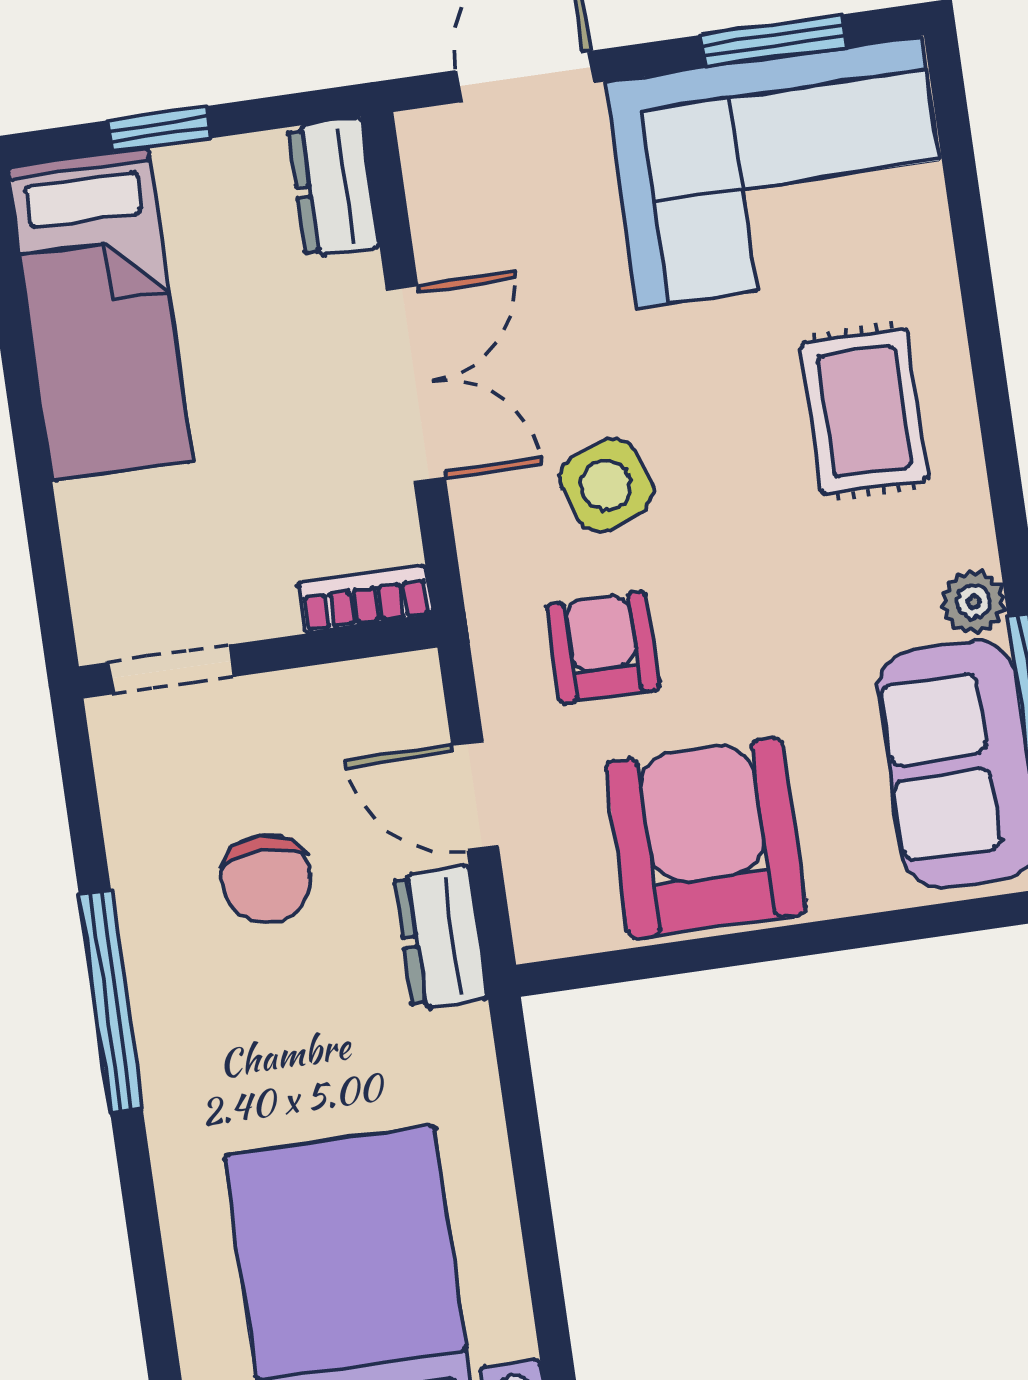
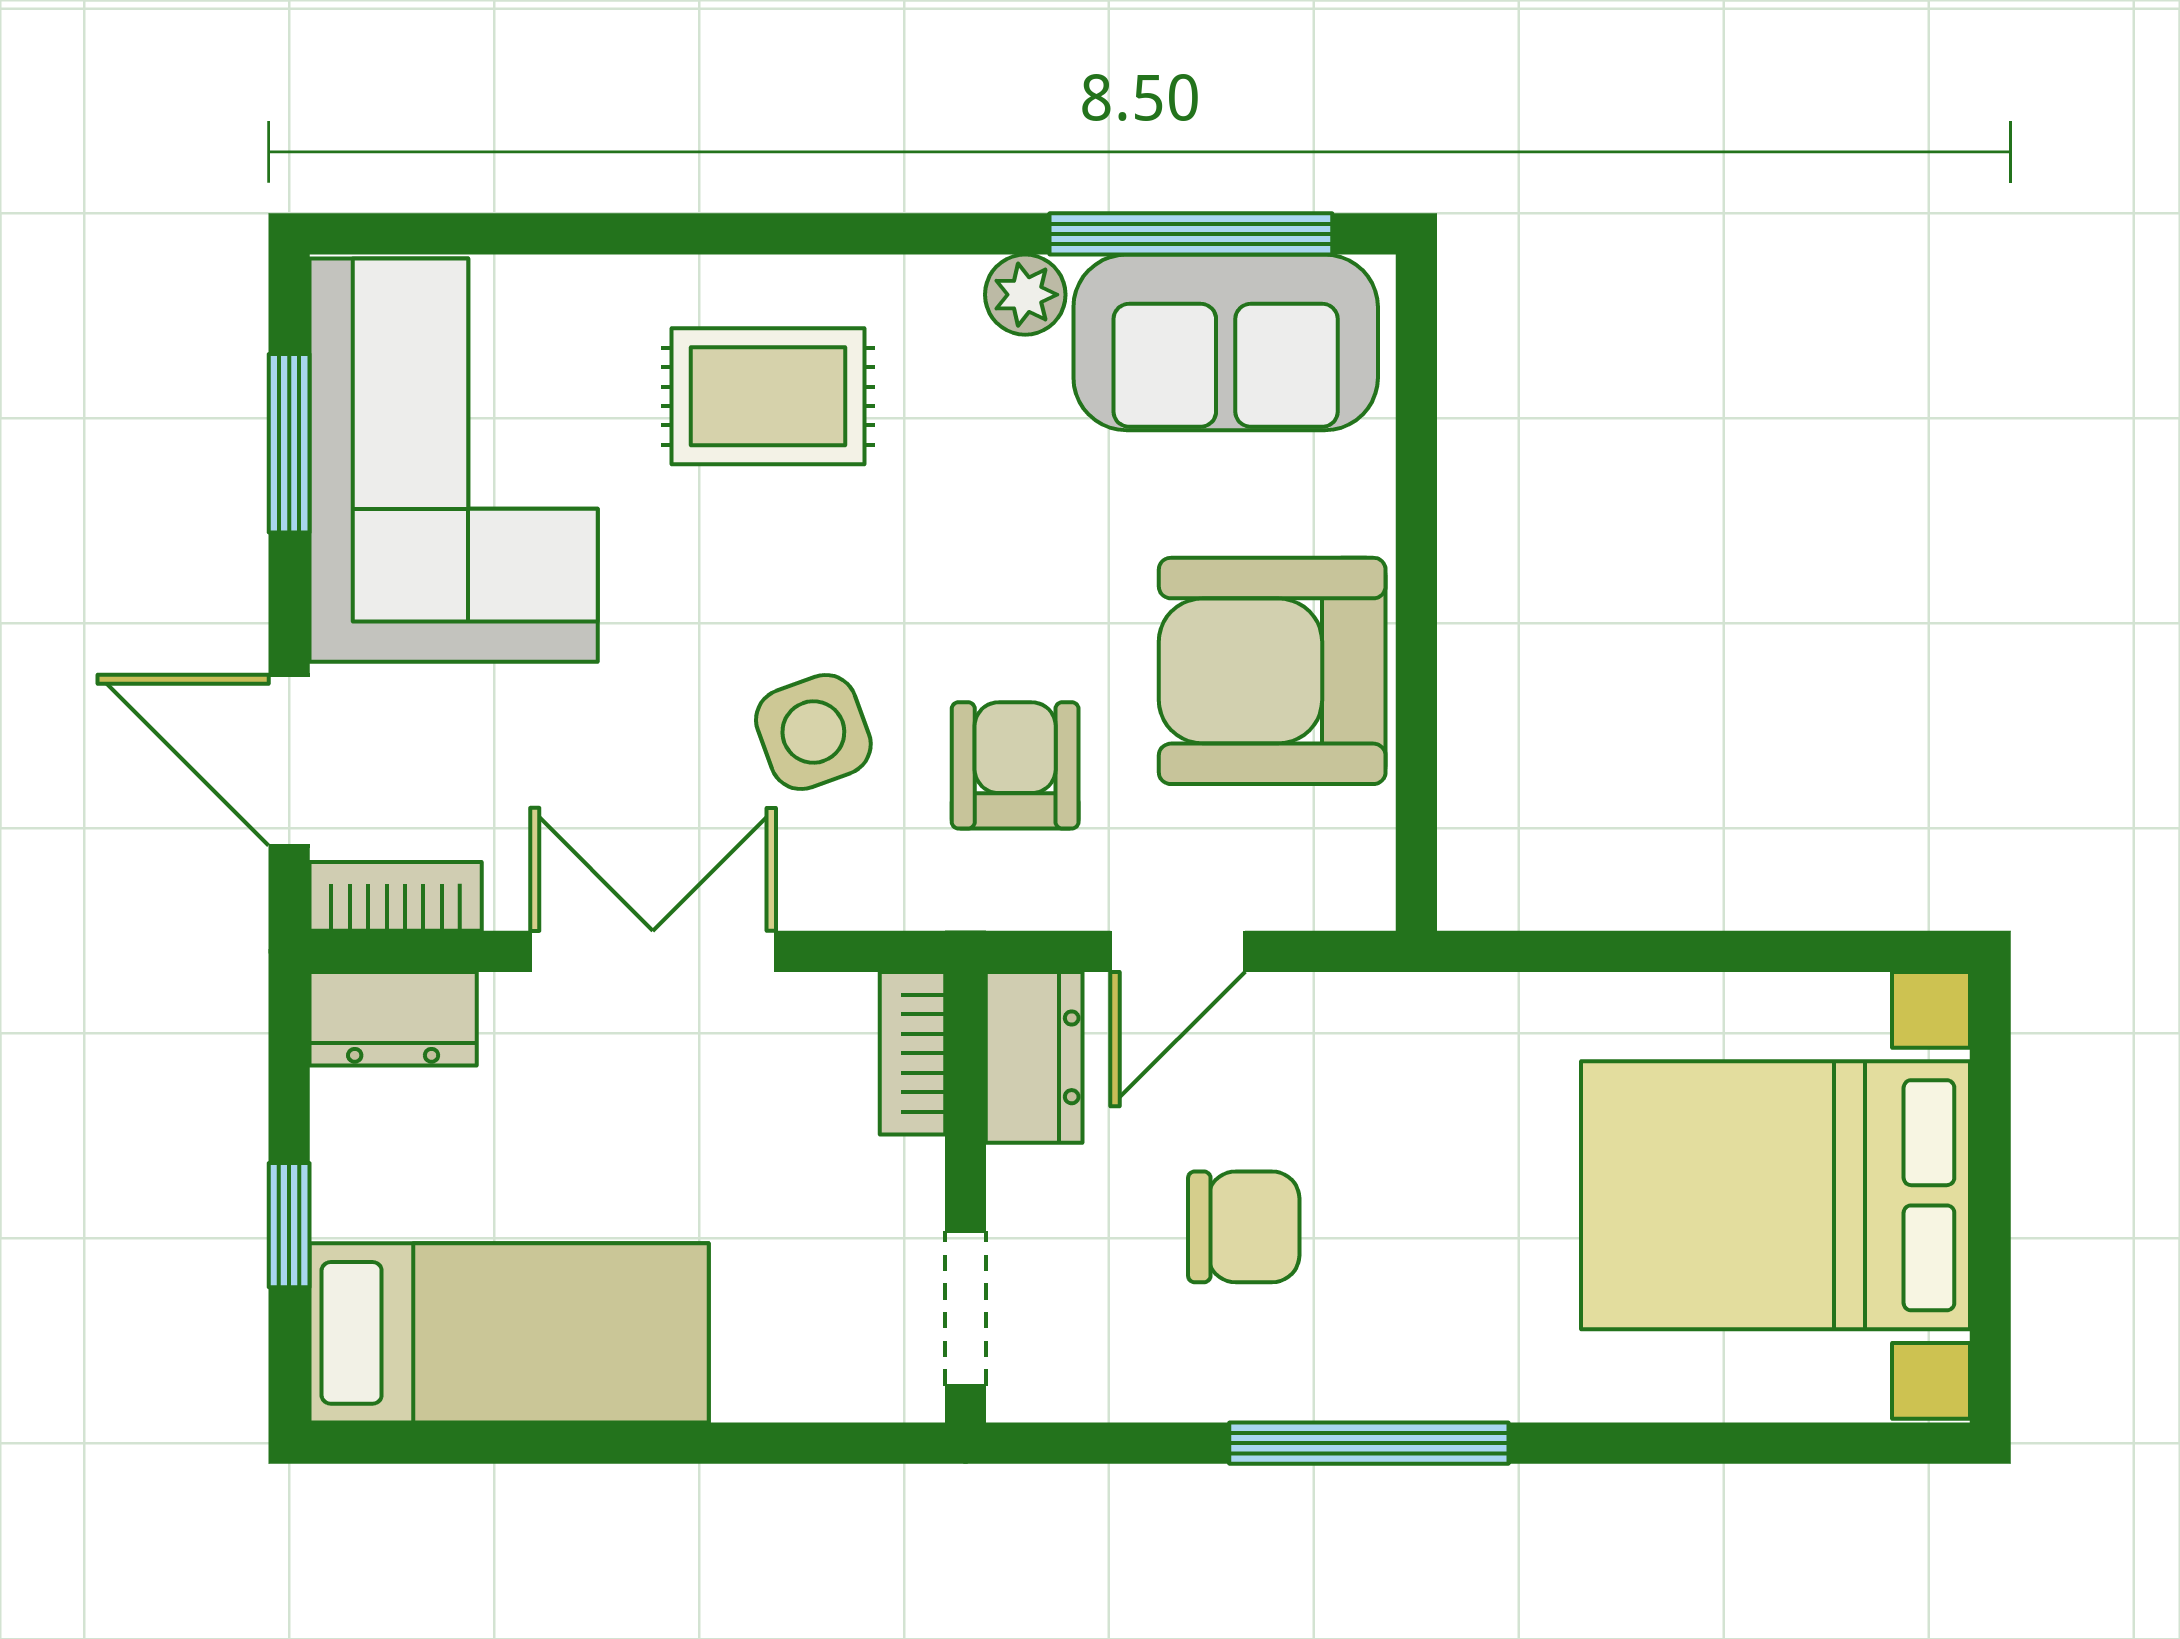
bookcase: (430, 176) -> (396, 896), added
armchair: (603, 647) -> (1015, 765), turned 90
dresser: (441, 938) -> (1034, 1057), moved, turned -90

